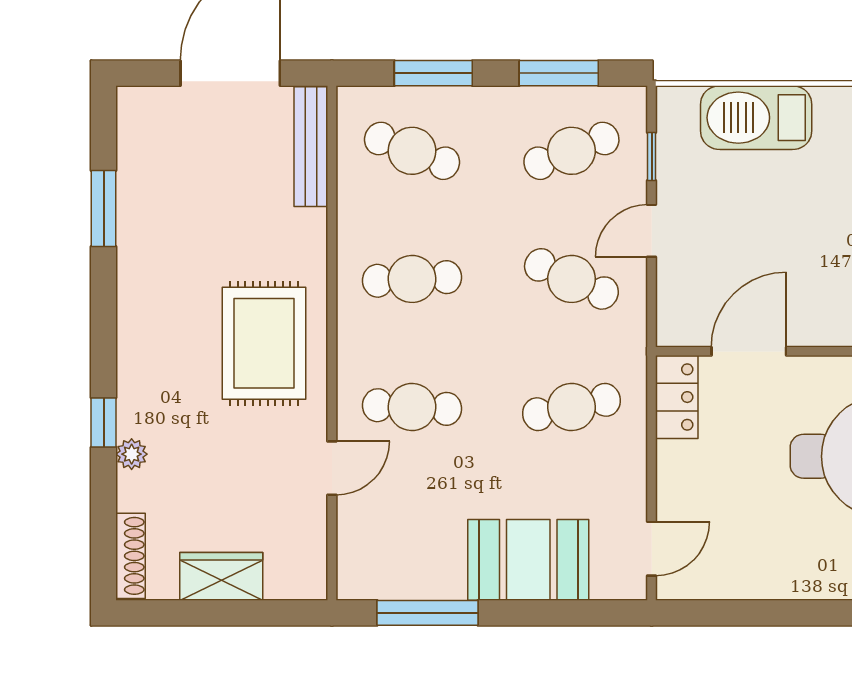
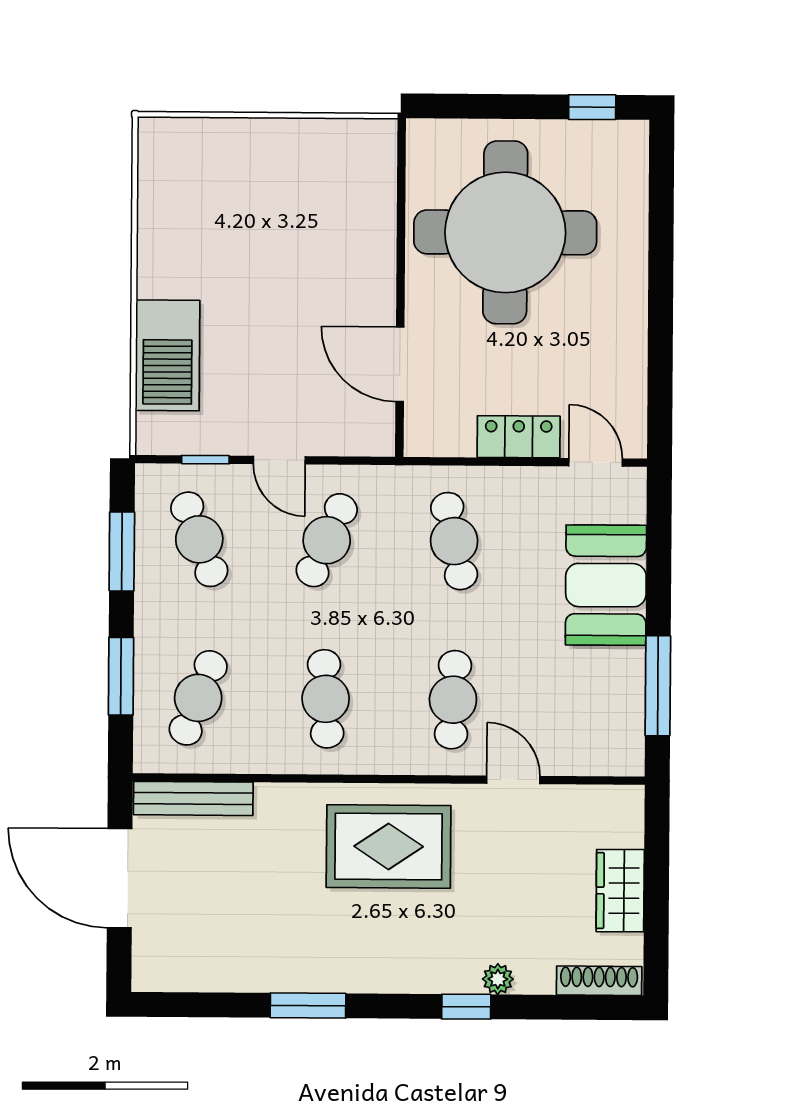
window: (104, 209) -> (308, 1006), moved
locker: (677, 397) -> (519, 437), moved

